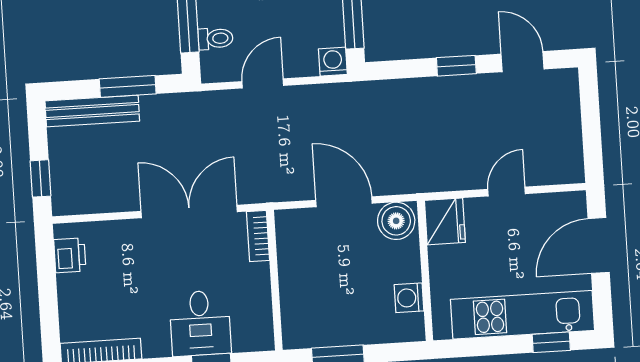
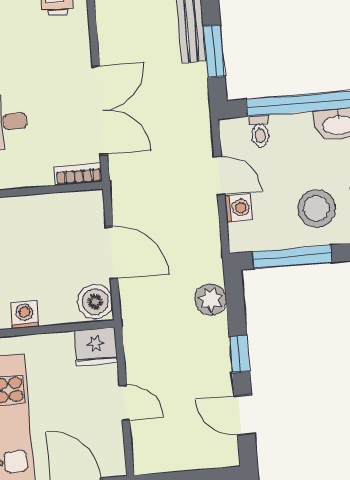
washing machine: (333, 62) -> (238, 208), moved
door: (522, 62) -> (245, 415), swing flipped
plant: (396, 96) -> (211, 299), added
door: (344, 202) -> (112, 253), hinge flipped

